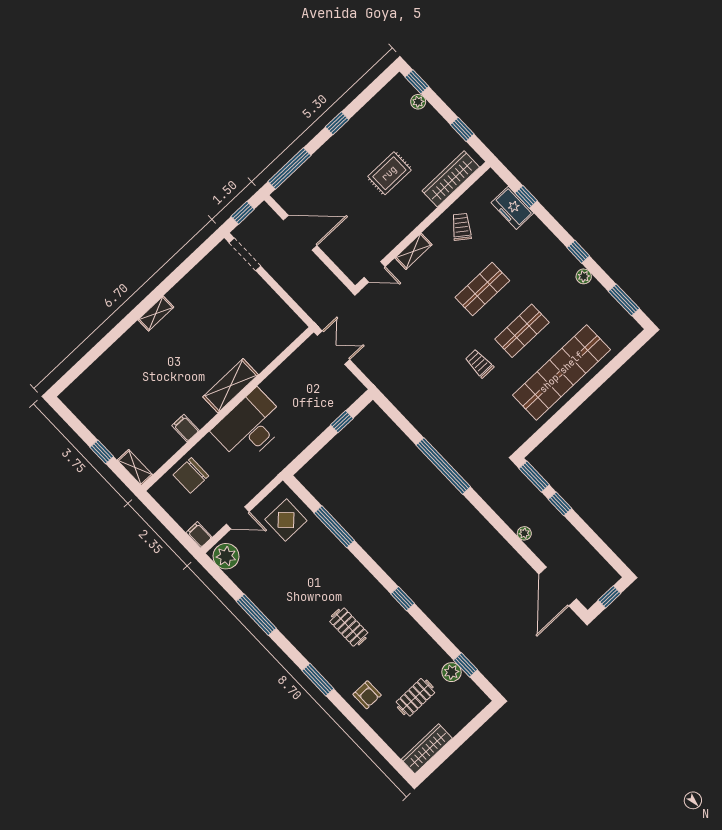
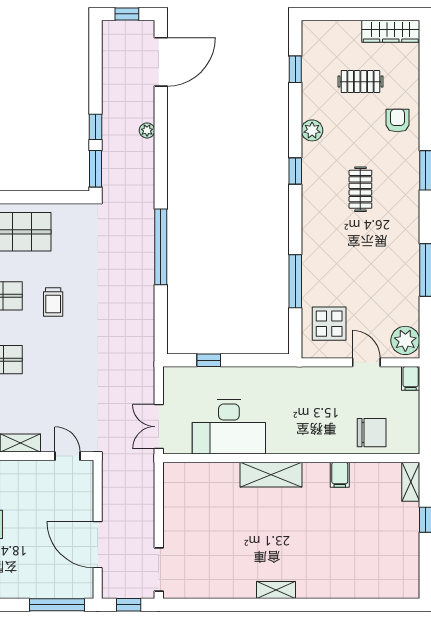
desk: (250, 426) -> (229, 427), moved
plant: (452, 672) -> (312, 130), moved

